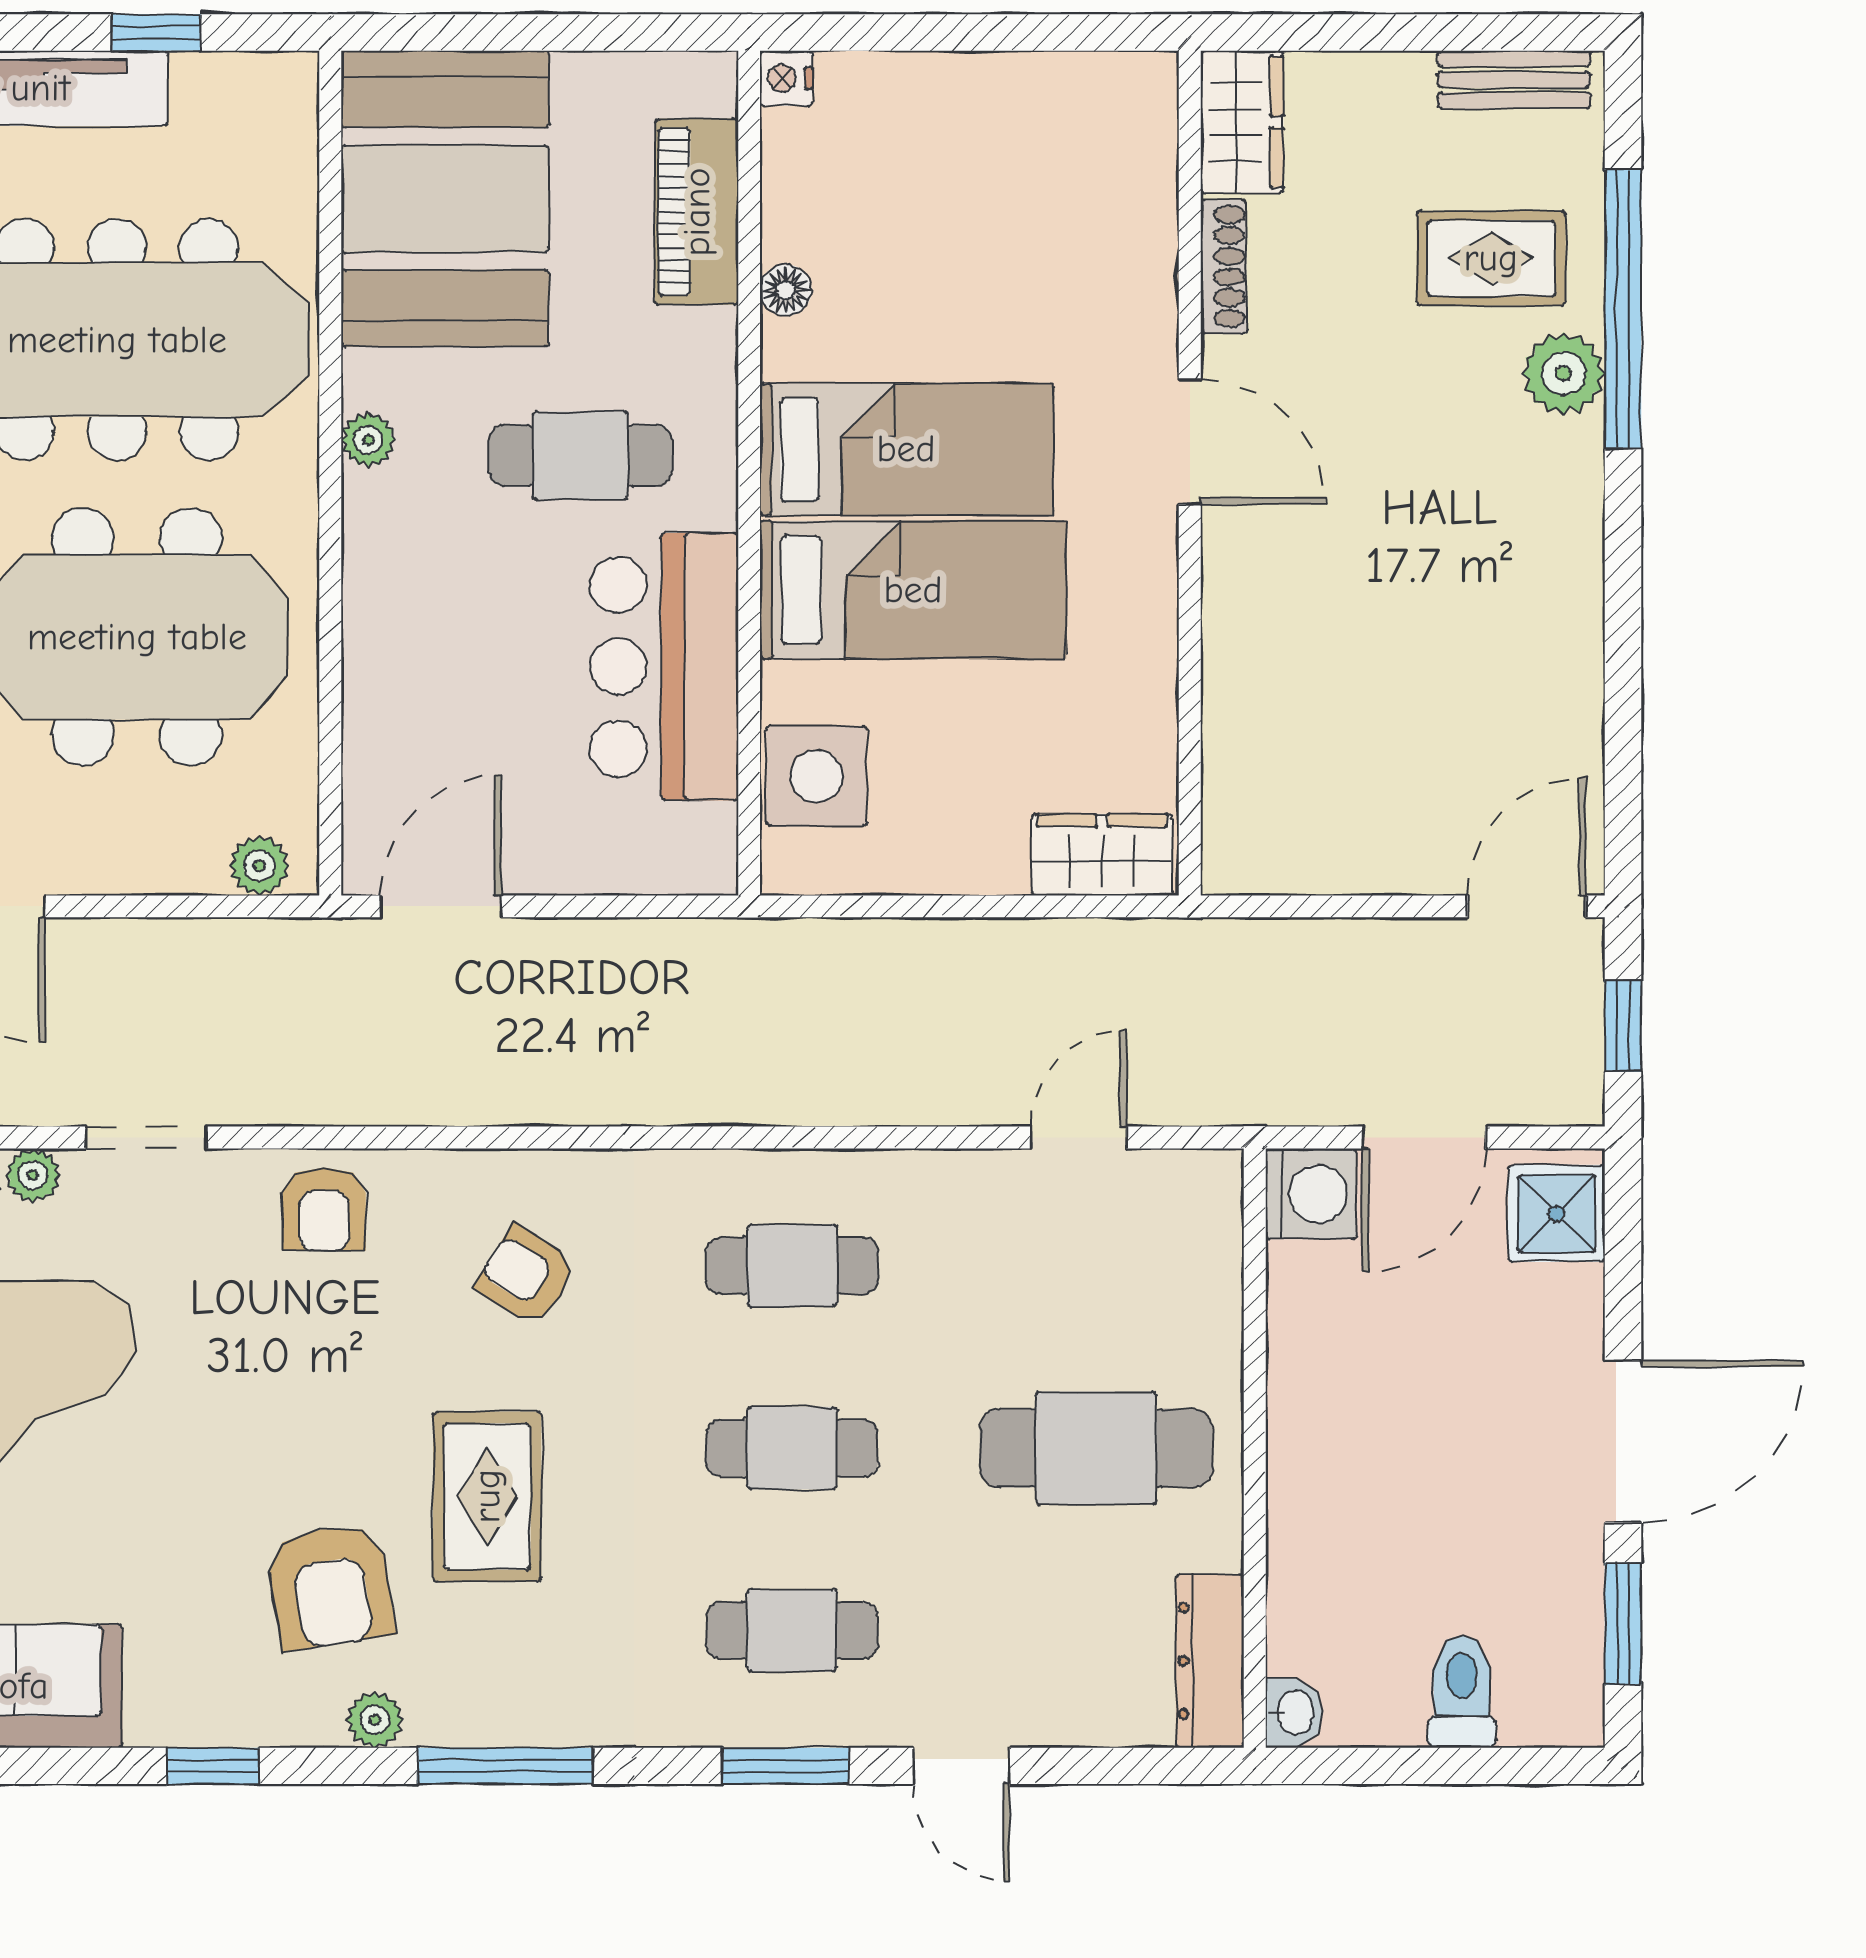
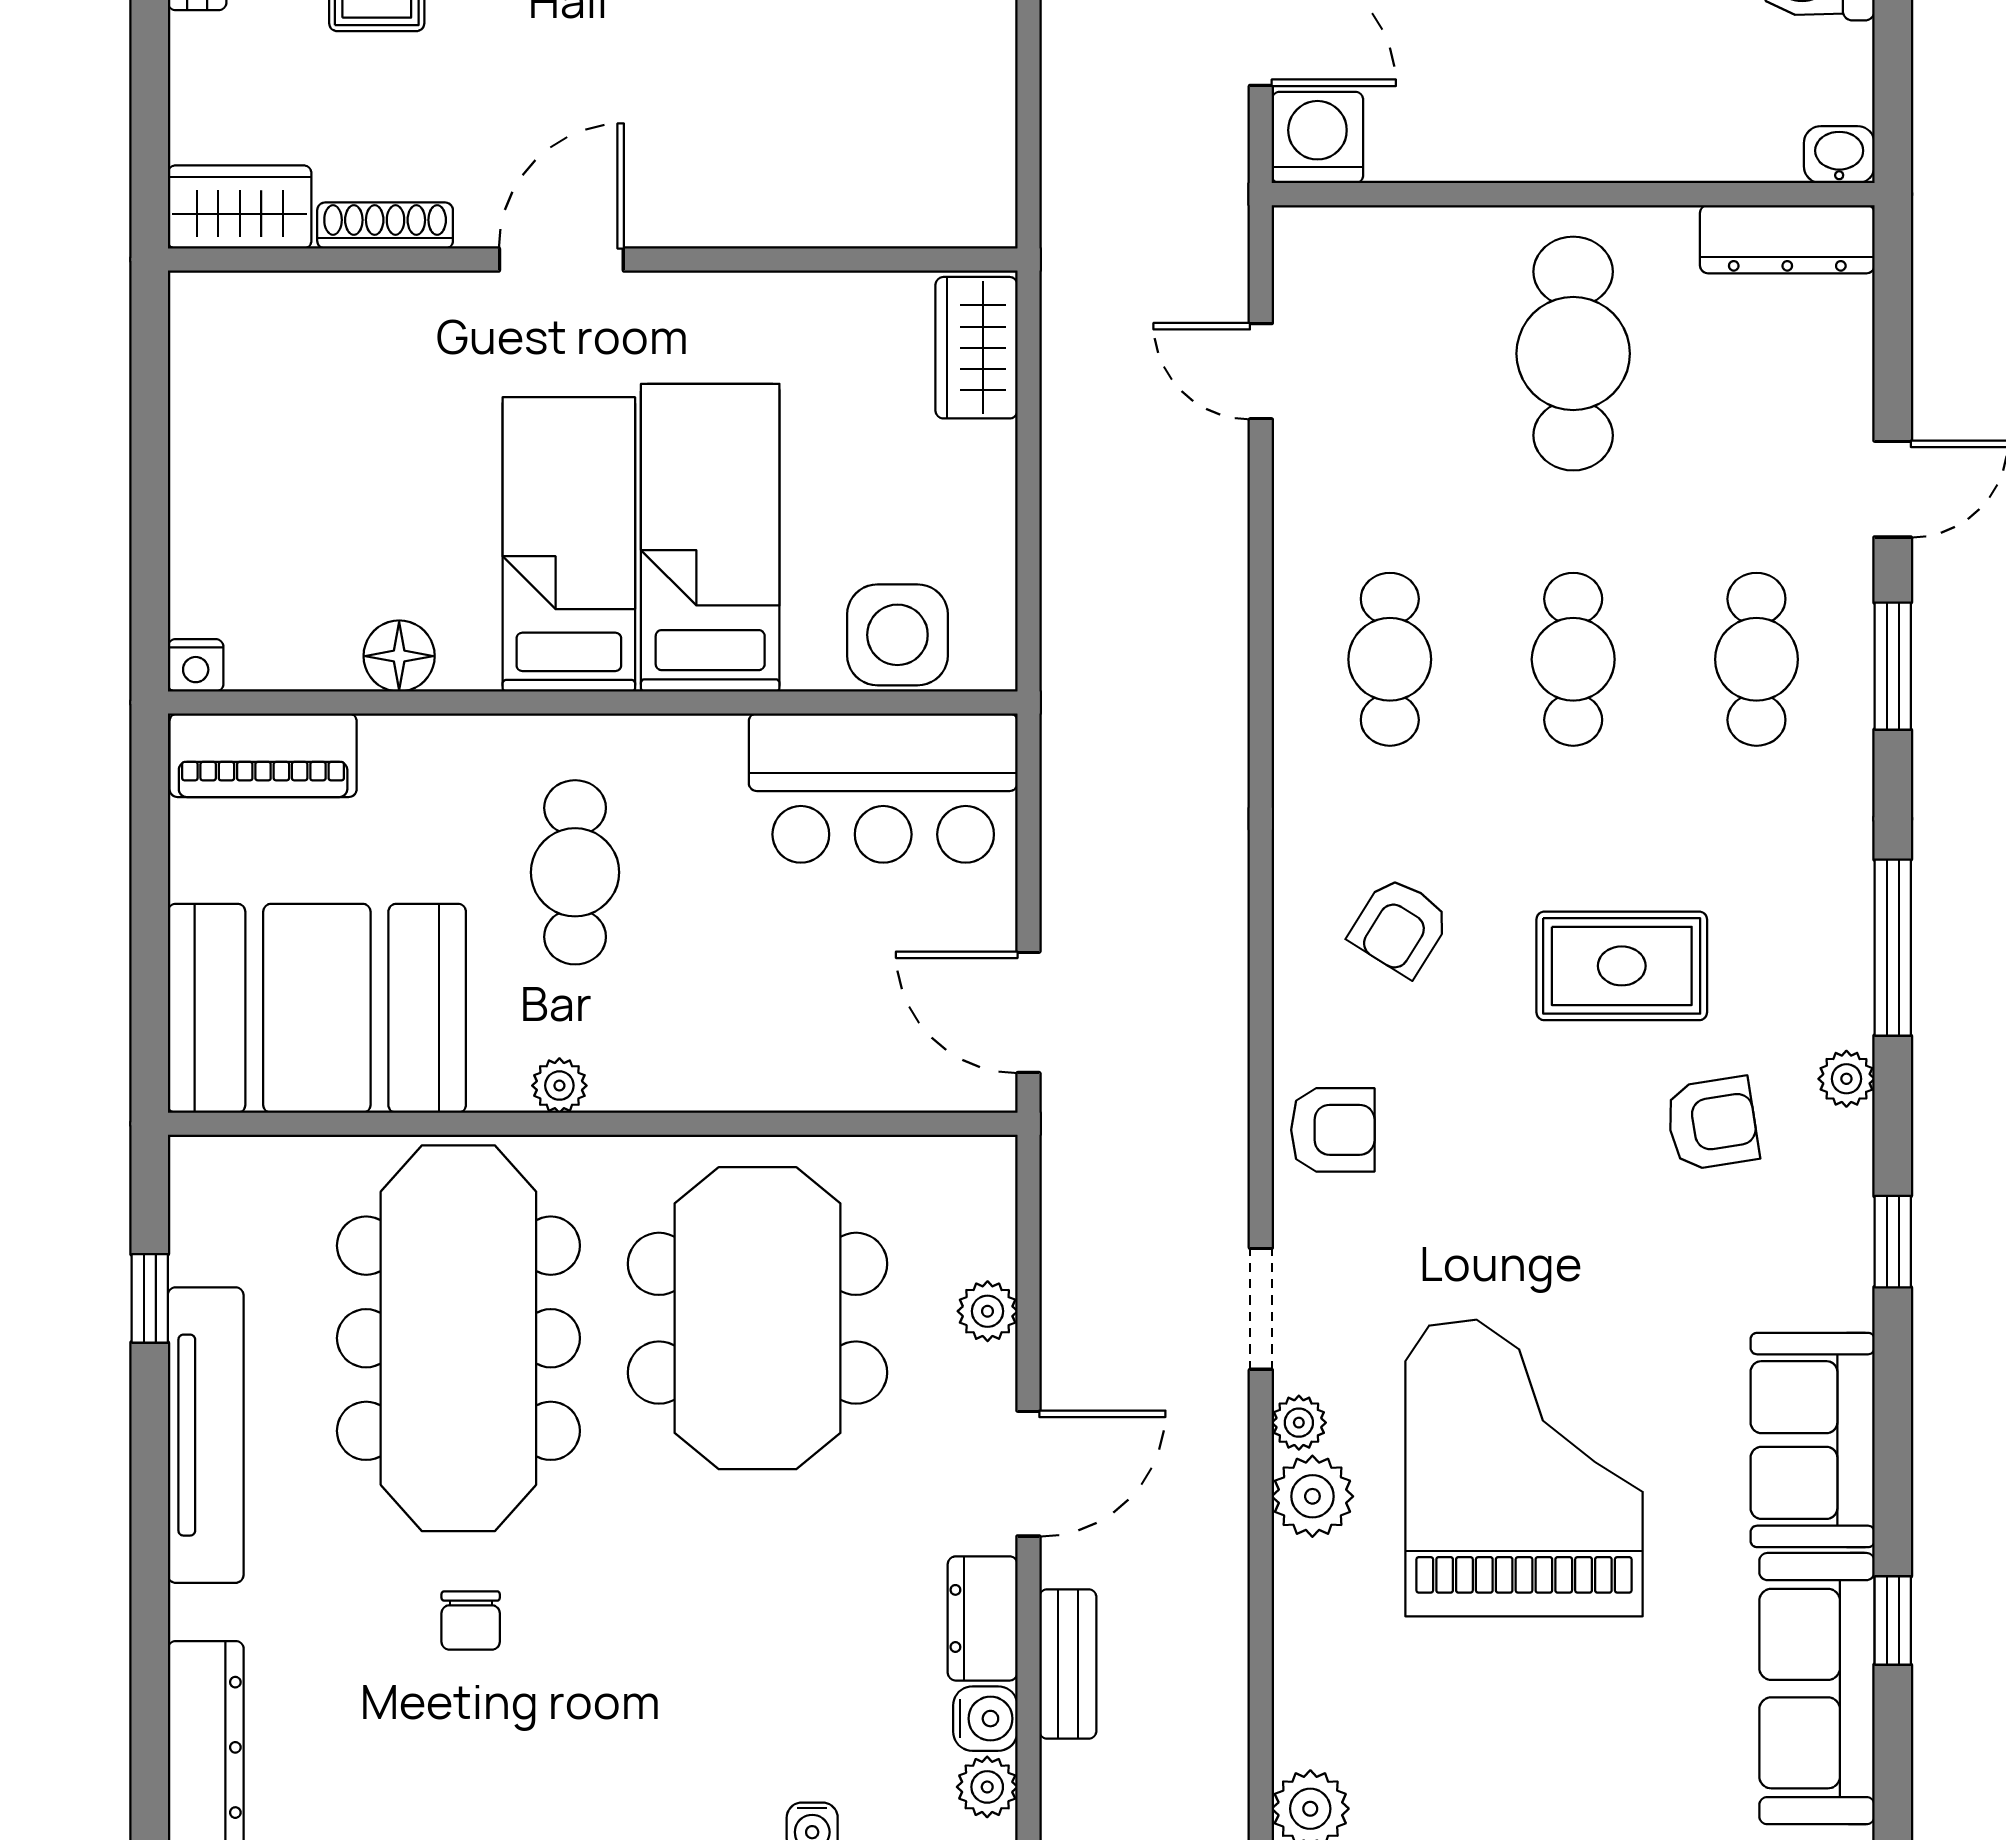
piano: (697, 212) -> (263, 755), moved
floor lamp: (786, 290) -> (399, 656), width x1.37, depth x1.37
bar counter: (664, 667) -> (883, 788), moved
plant: (259, 866) -> (988, 1311), moved
armchair: (330, 1586) -> (1712, 1123), width x0.72, depth x0.72

